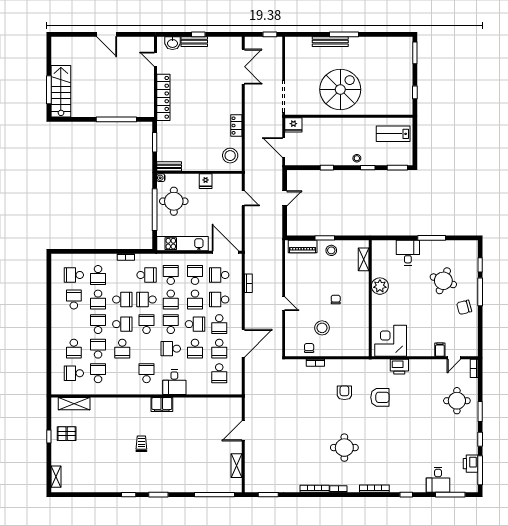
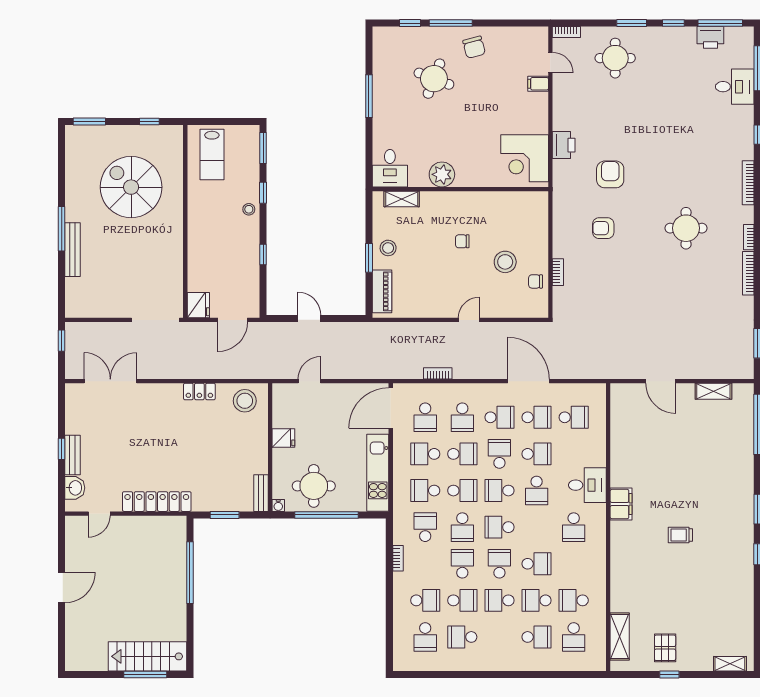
spiral stairs: (340, 89) -> (131, 187), moved
desk: (408, 253) -> (390, 168), moved, turned -90
school desk: (147, 373) -> (574, 527), turned -90

